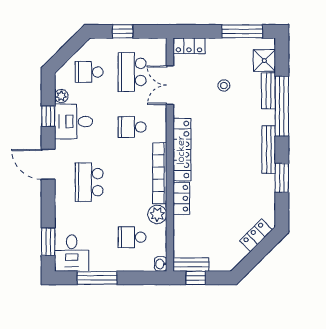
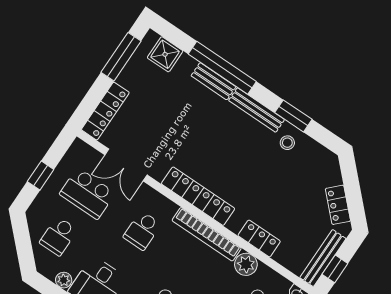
locker: (189, 46) -> (105, 111), width x1.53
stool: (224, 86) -> (287, 143), moved
bench: (268, 91) -> (213, 81), moved
locker: (181, 198) -> (259, 238), moved
locker: (256, 235) -> (338, 205), moved
bench: (191, 265) -> (323, 258), width x1.36

